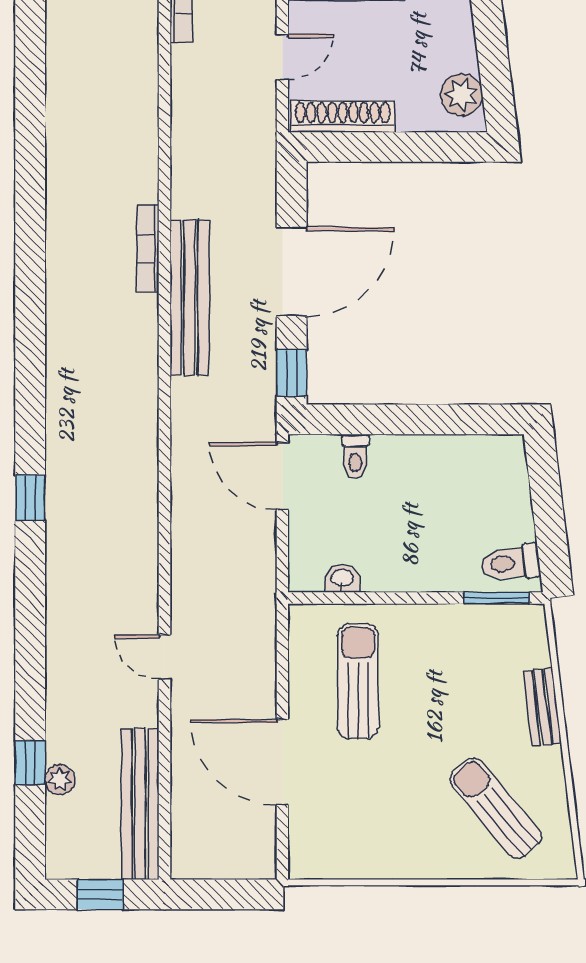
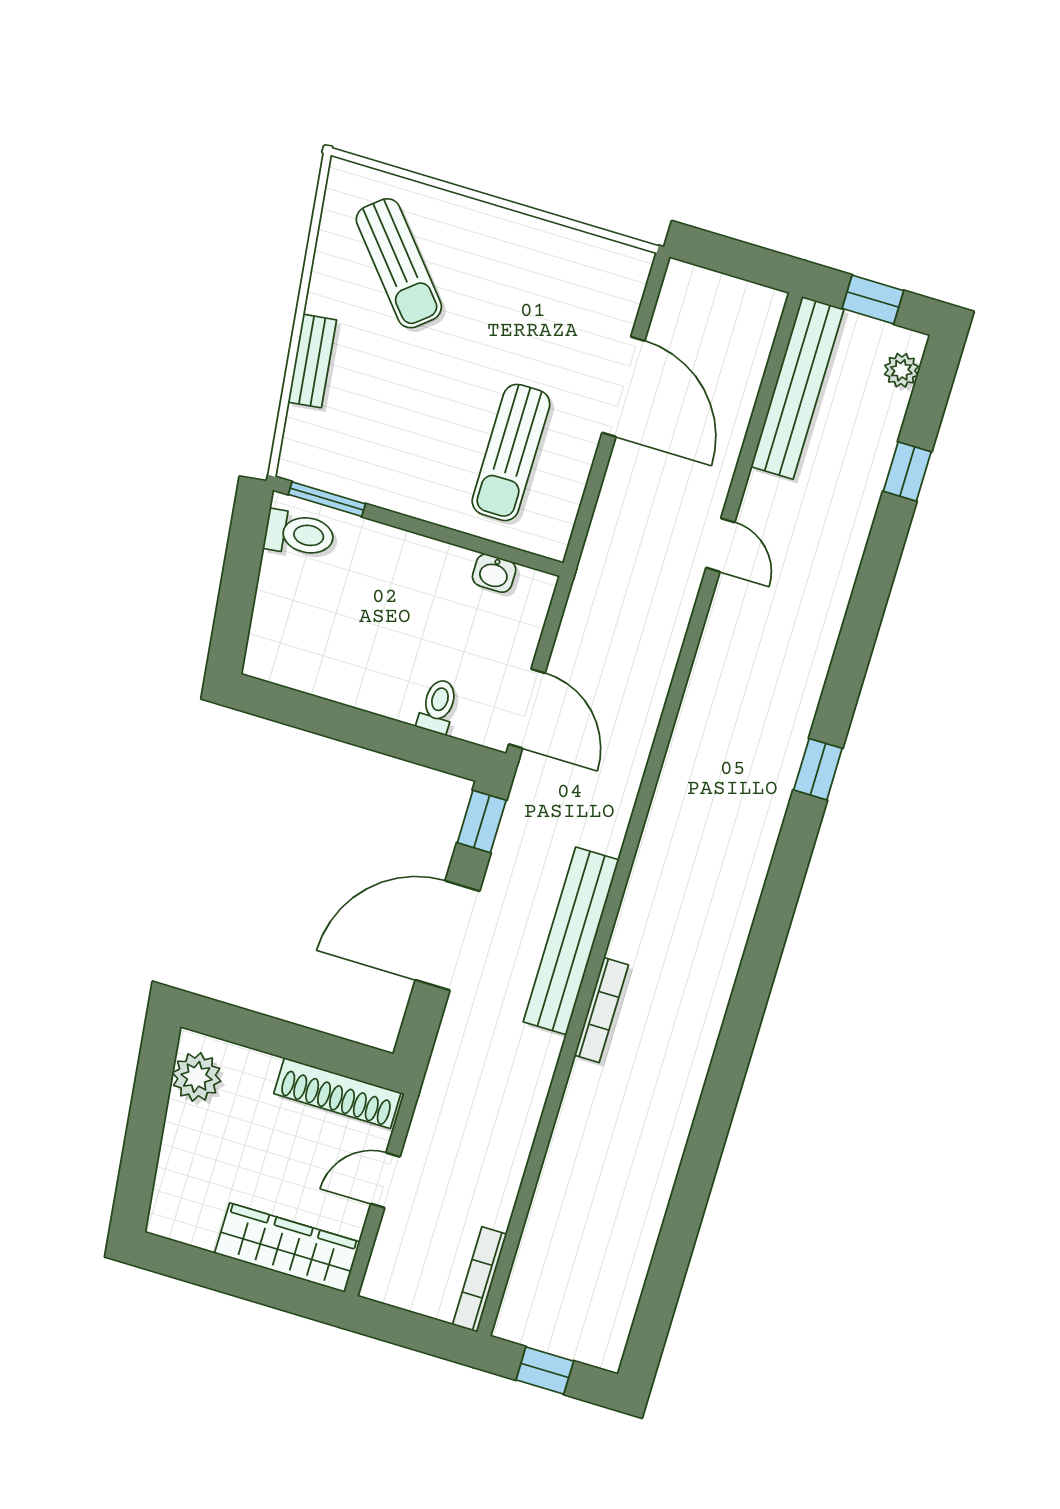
plant: (60, 780) -> (901, 370), moved

